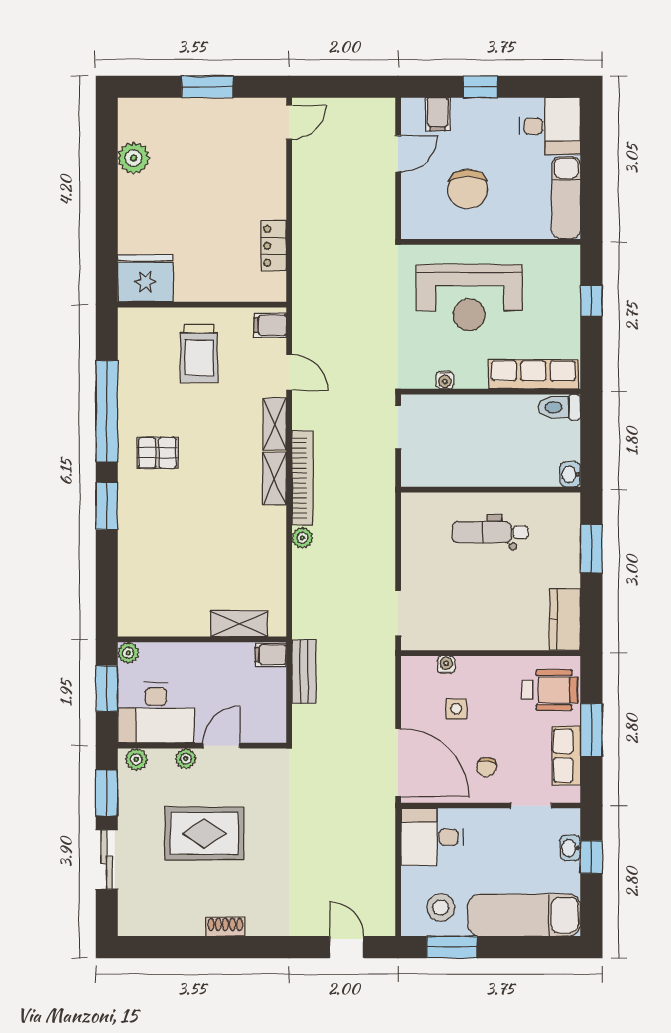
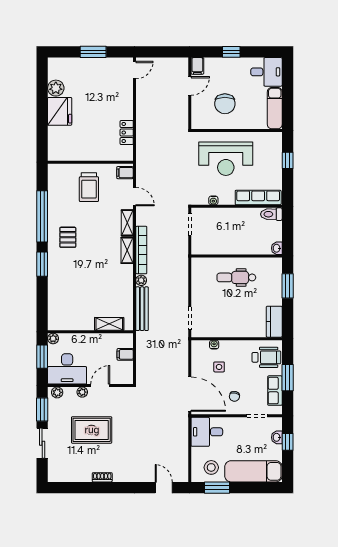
filing cabinet: (438, 114) -> (197, 66), moved
fridge: (145, 278) -> (60, 111), moved, turned 90
pallet: (157, 453) -> (68, 237), turned 90
filing cabinet: (271, 655) -> (125, 354), moved
bench: (304, 672) -> (142, 309), moved, width x1.36

